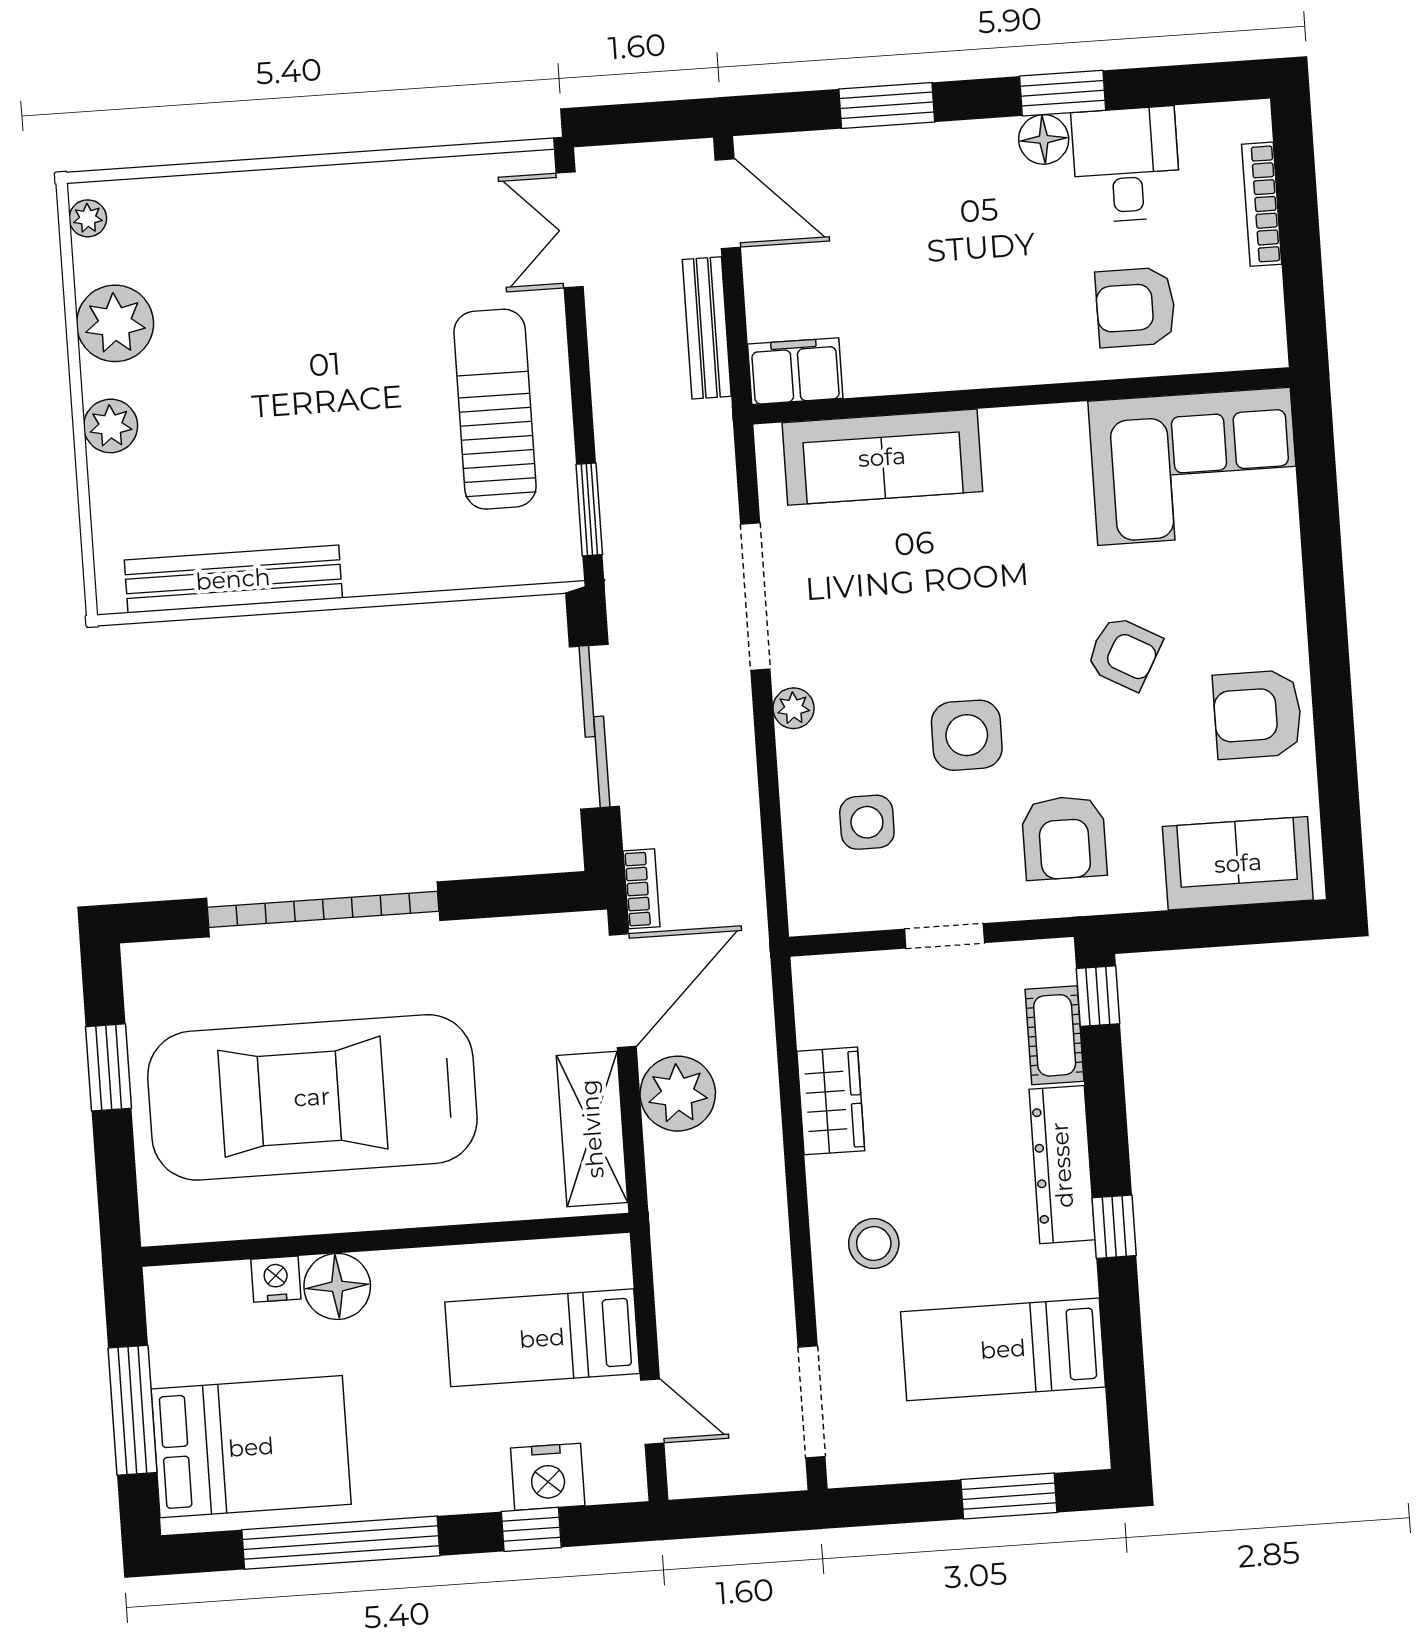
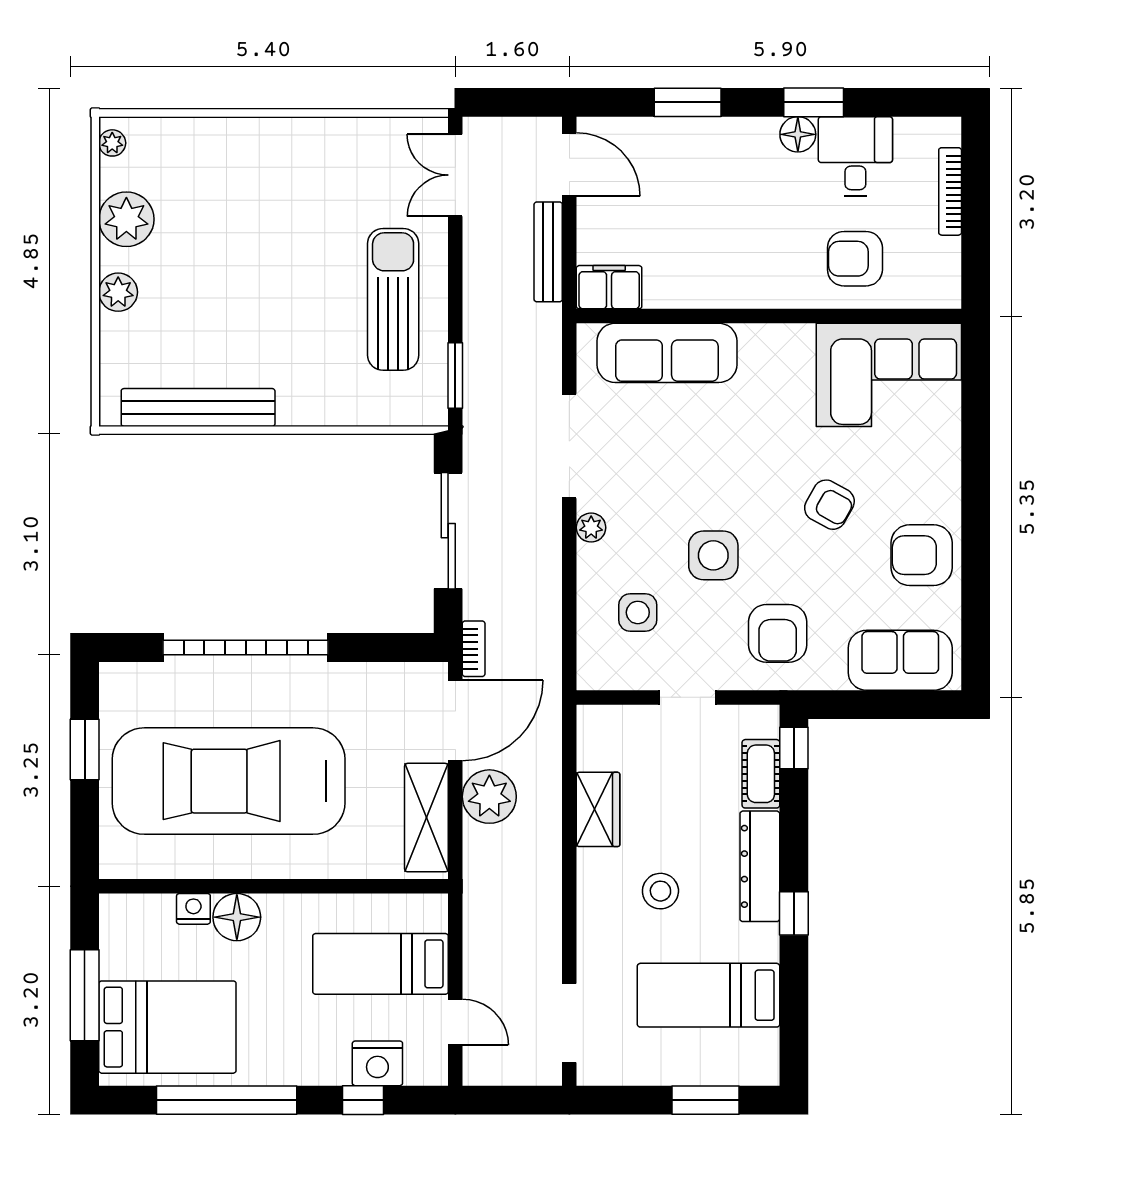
stool: (874, 1243) -> (660, 891), moved

